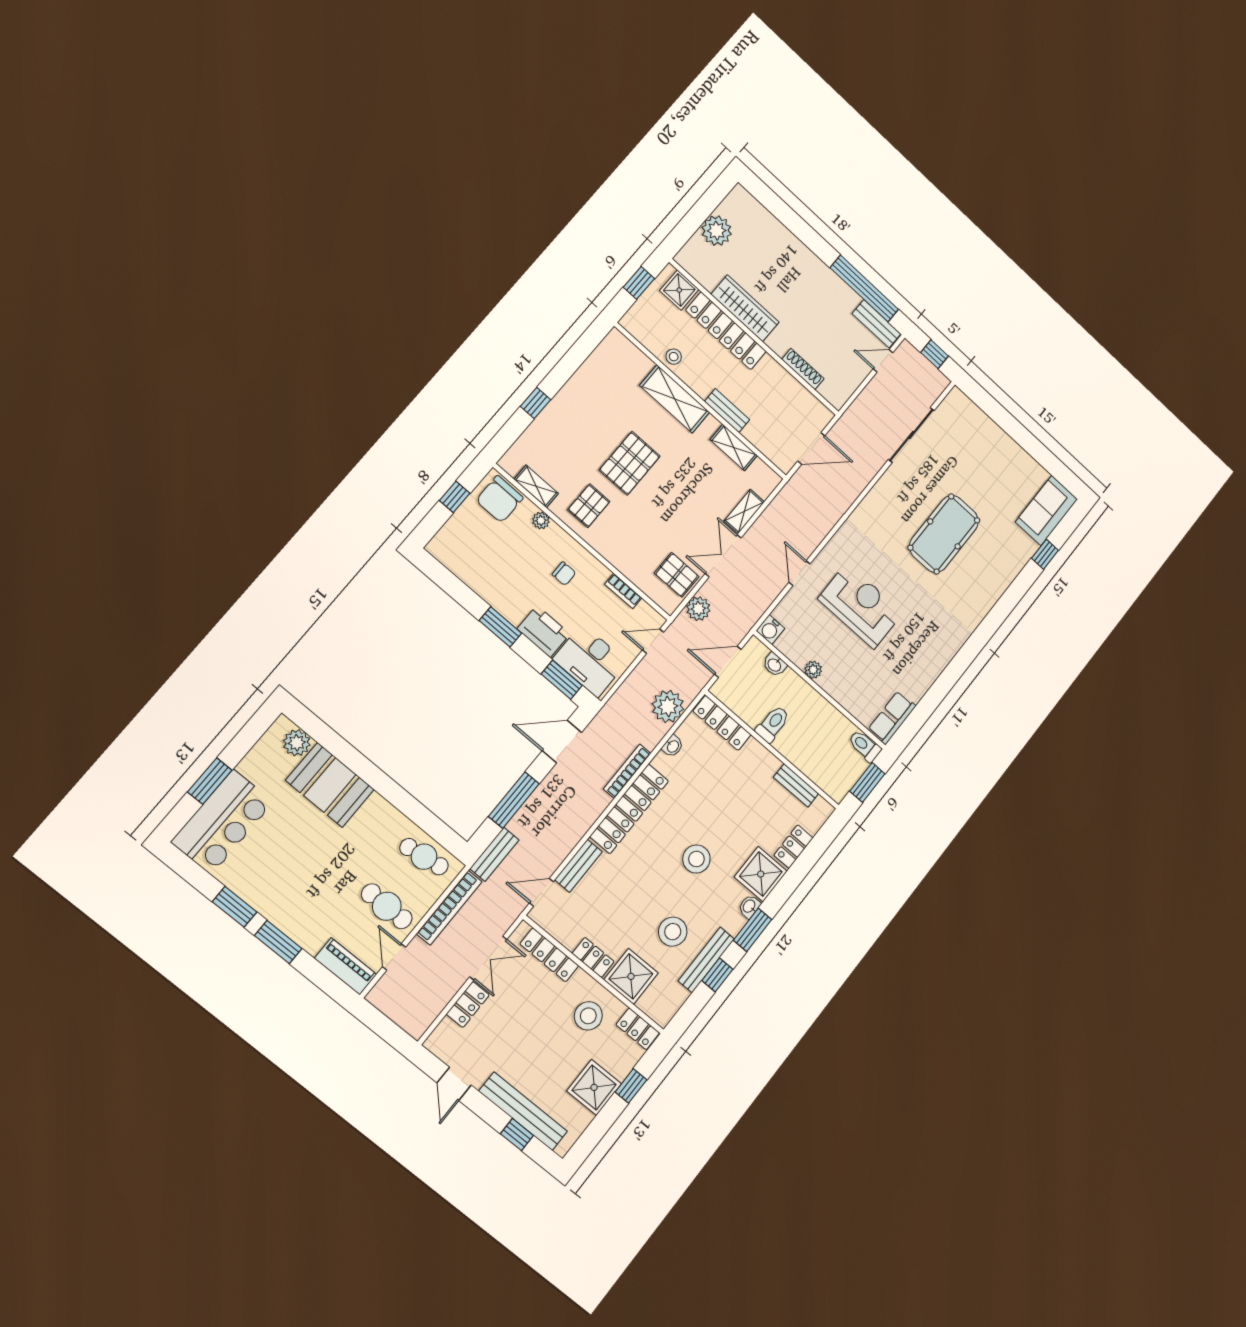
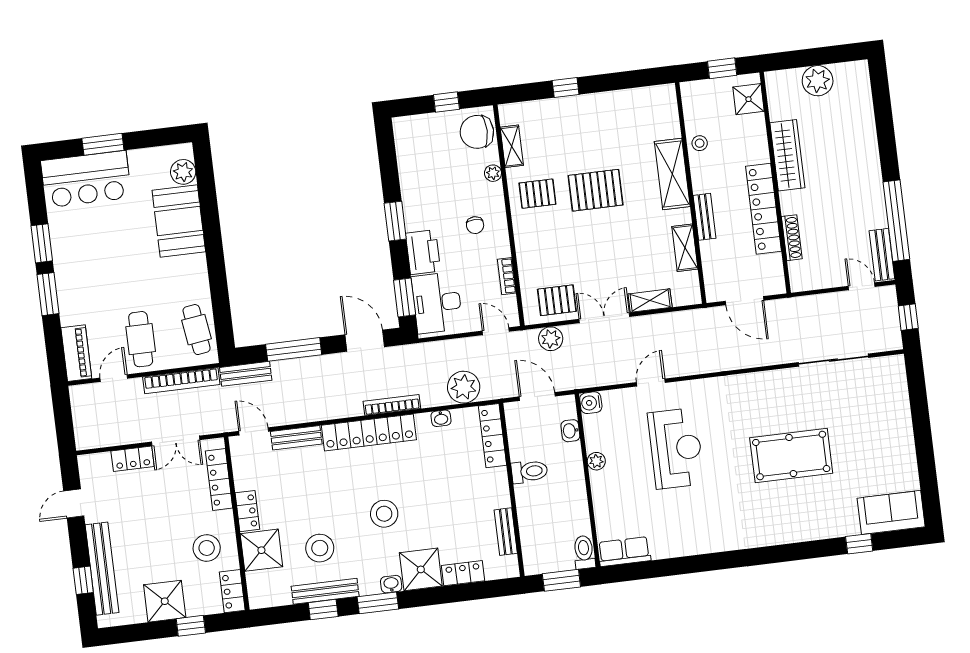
locker: (726, 331) -> (763, 209), moved
pallet: (677, 575) -> (557, 300), turned 90

